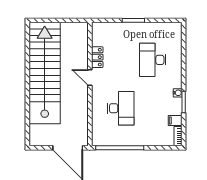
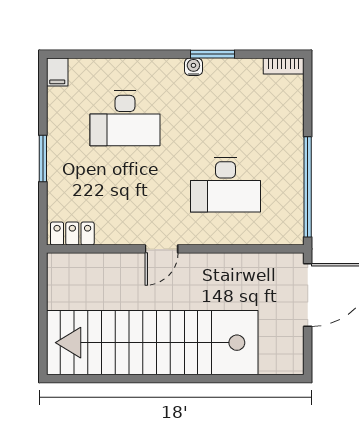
locker: (97, 57) -> (72, 234), moved
desk: (121, 108) -> (226, 185), turned 180
filing cabinet: (175, 120) -> (57, 72), moved

